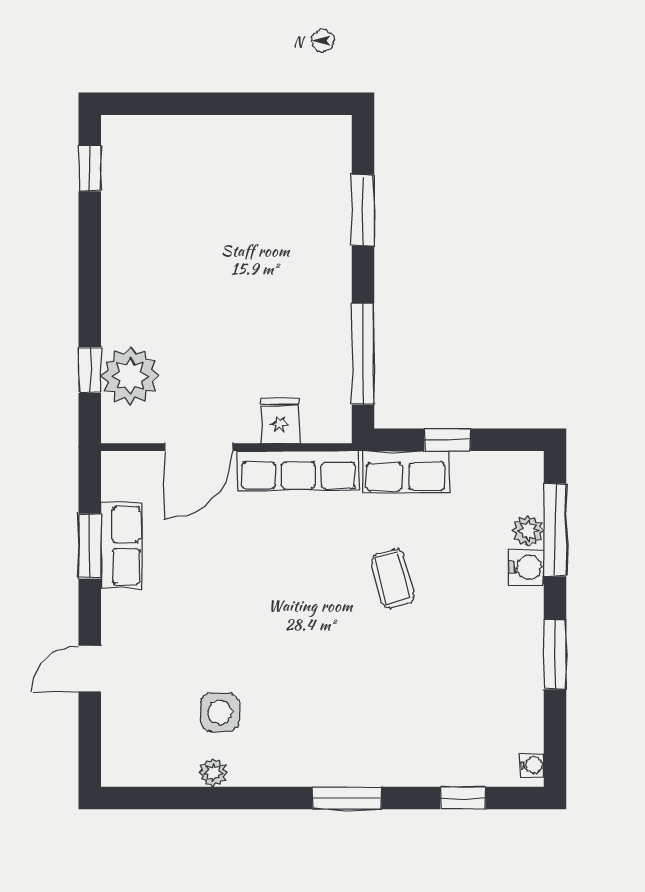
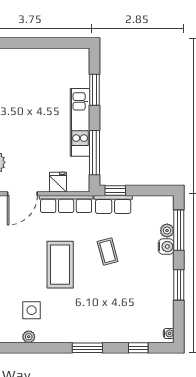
kitchen unit: (330, 285) -> (80, 122), added
window: (447, 440) -> (115, 191), moved
coffee table: (285, 608) -> (60, 265), added

